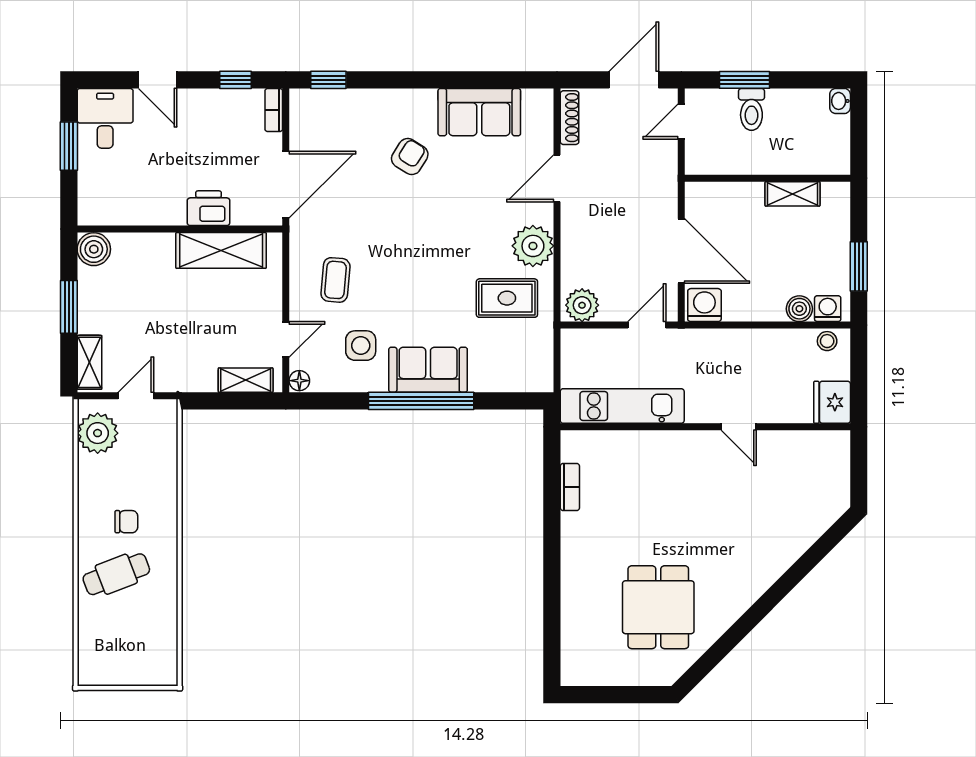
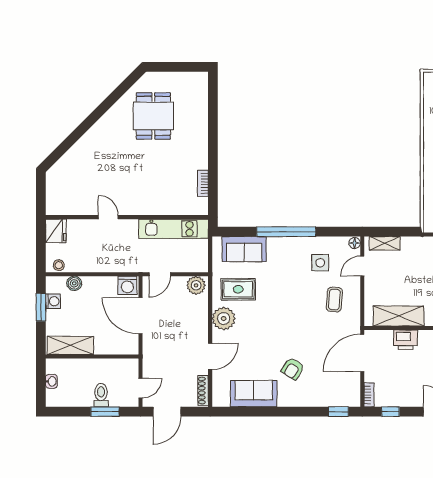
washbasin: (840, 101) -> (51, 381), moved
shelving: (792, 194) -> (70, 345), width x1.50, depth x1.33
washing machine: (828, 309) -> (53, 301), moved, turned -90
sofa: (428, 370) -> (244, 249), moved

